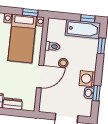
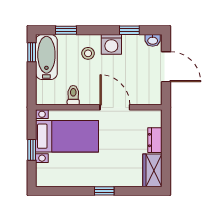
window: (30, 13) -> (32, 150), moved
stool: (63, 63) -> (88, 53), moved
washbasin: (89, 93) -> (153, 40), moved

